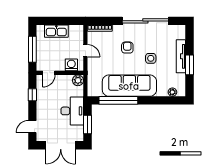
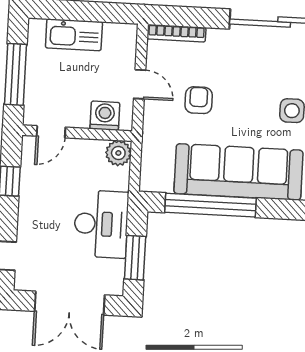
armchair: (127, 48) -> (199, 100), moved

